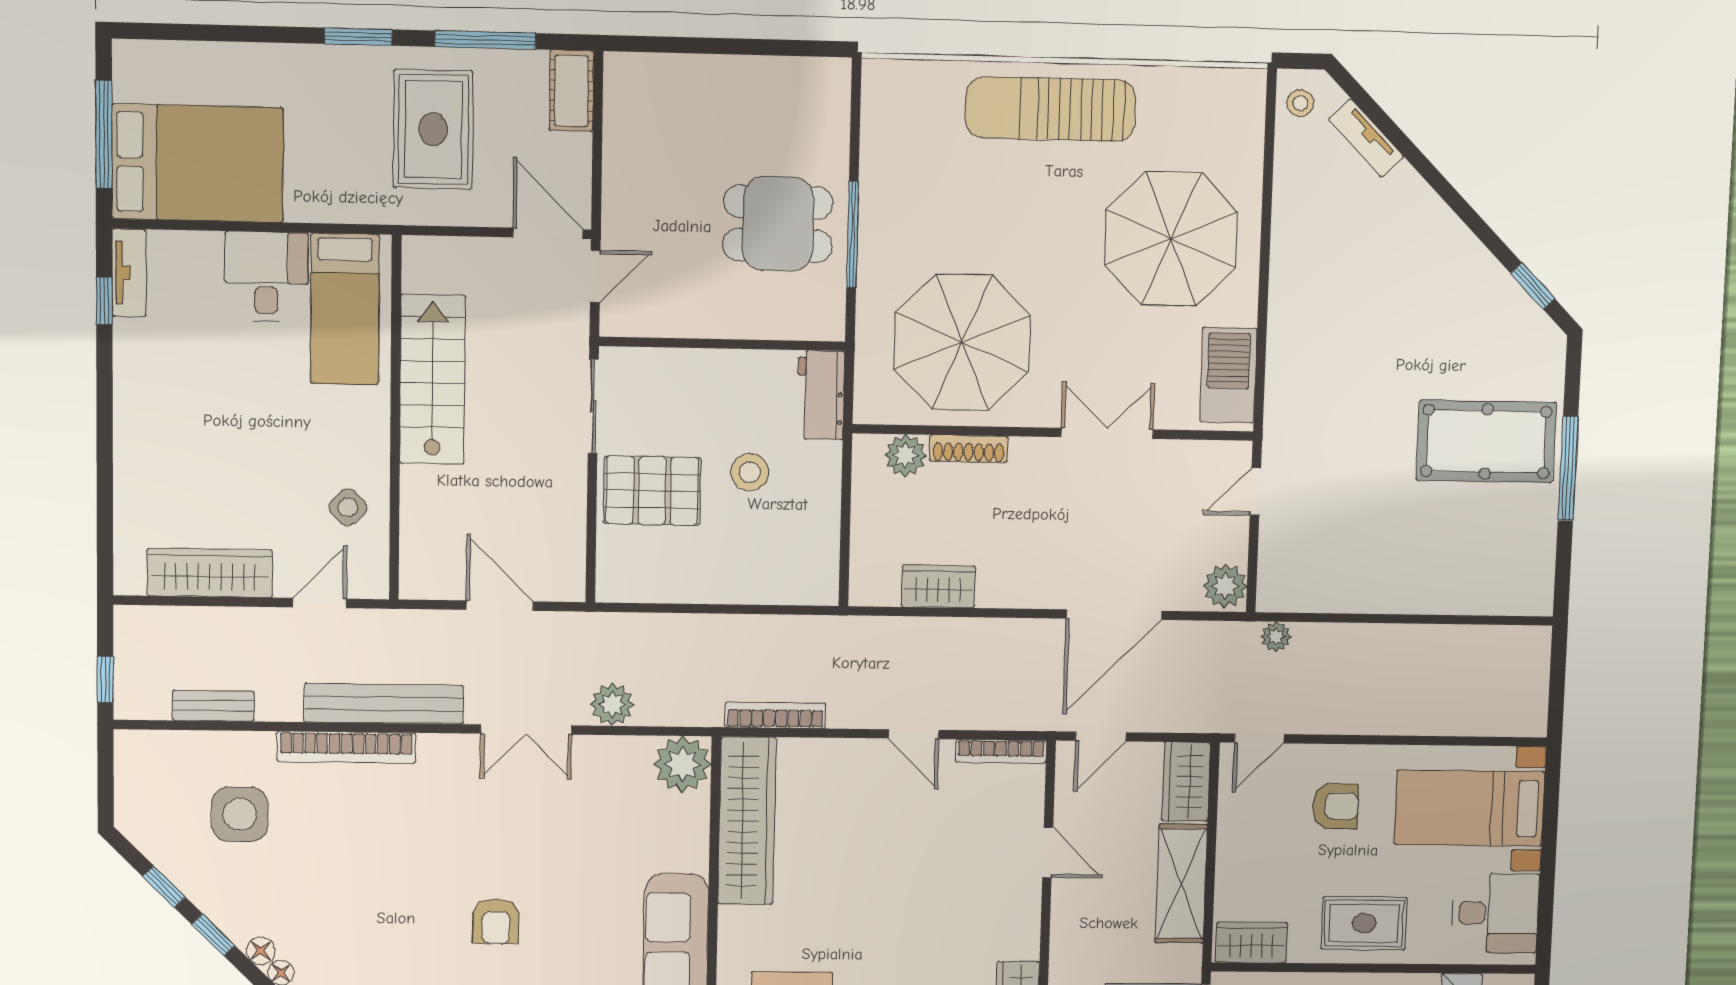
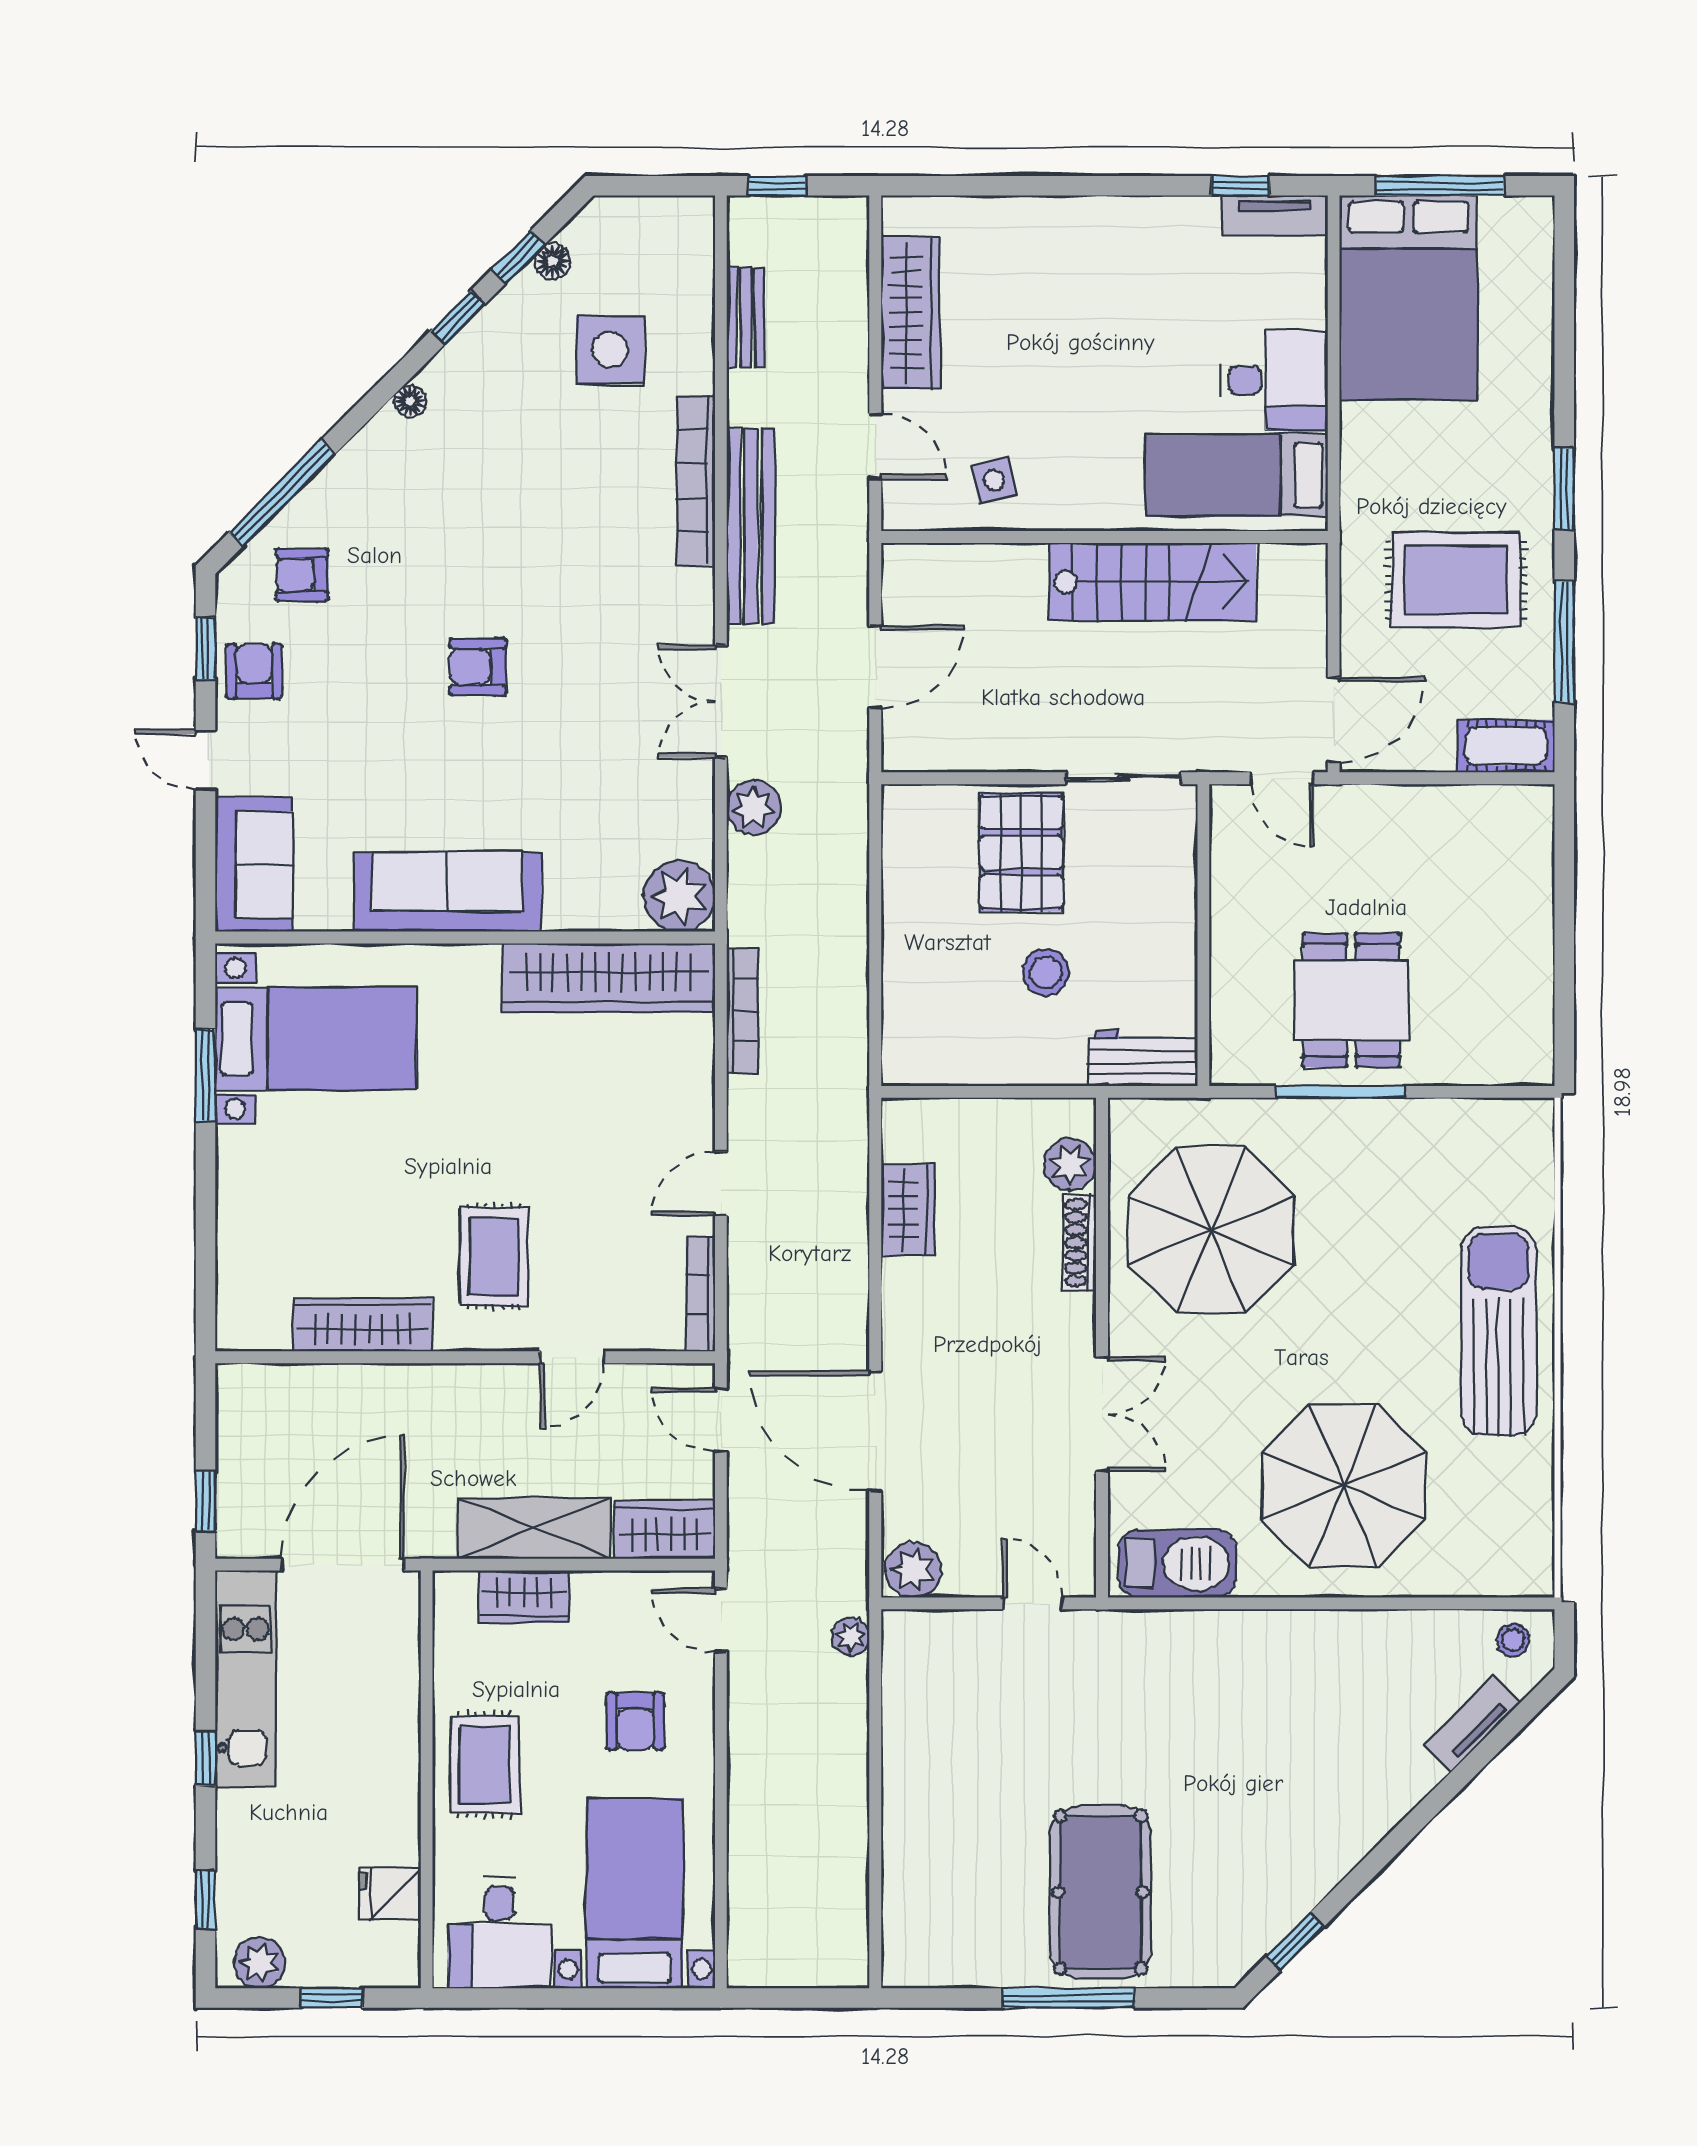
side table: (348, 507) -> (994, 480), turned 31
rug: (966, 913) -> (494, 1256), added
wardrobe: (1251, 943) -> (524, 1597), moved, turned 90
floor lamp: (261, 951) -> (553, 261), moved

